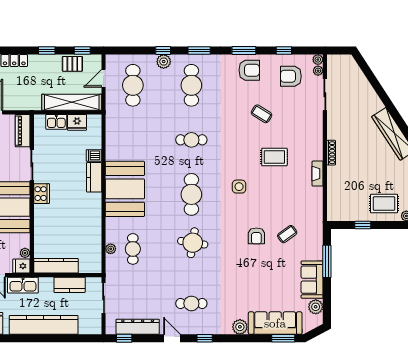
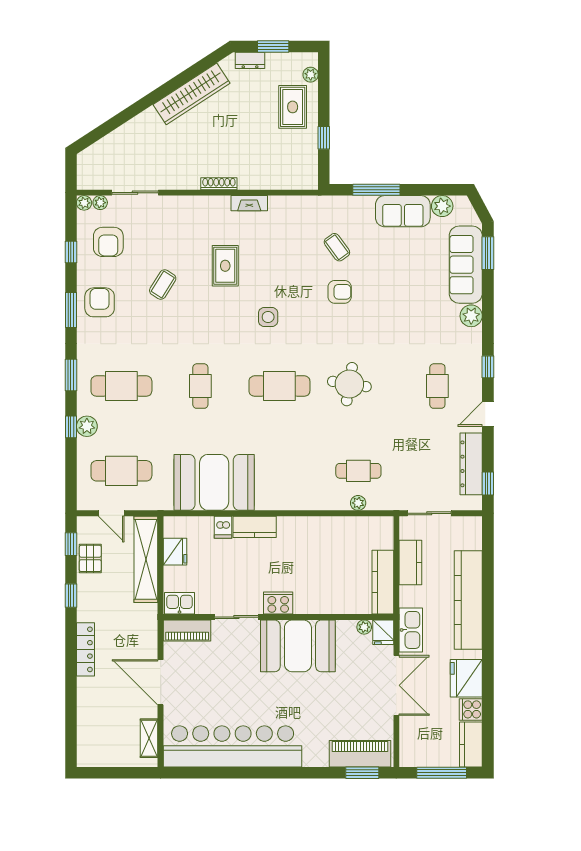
kitchen sink: (56, 122) -> (179, 603), moved, turned -90
booth: (125, 189) -> (214, 482), moved

